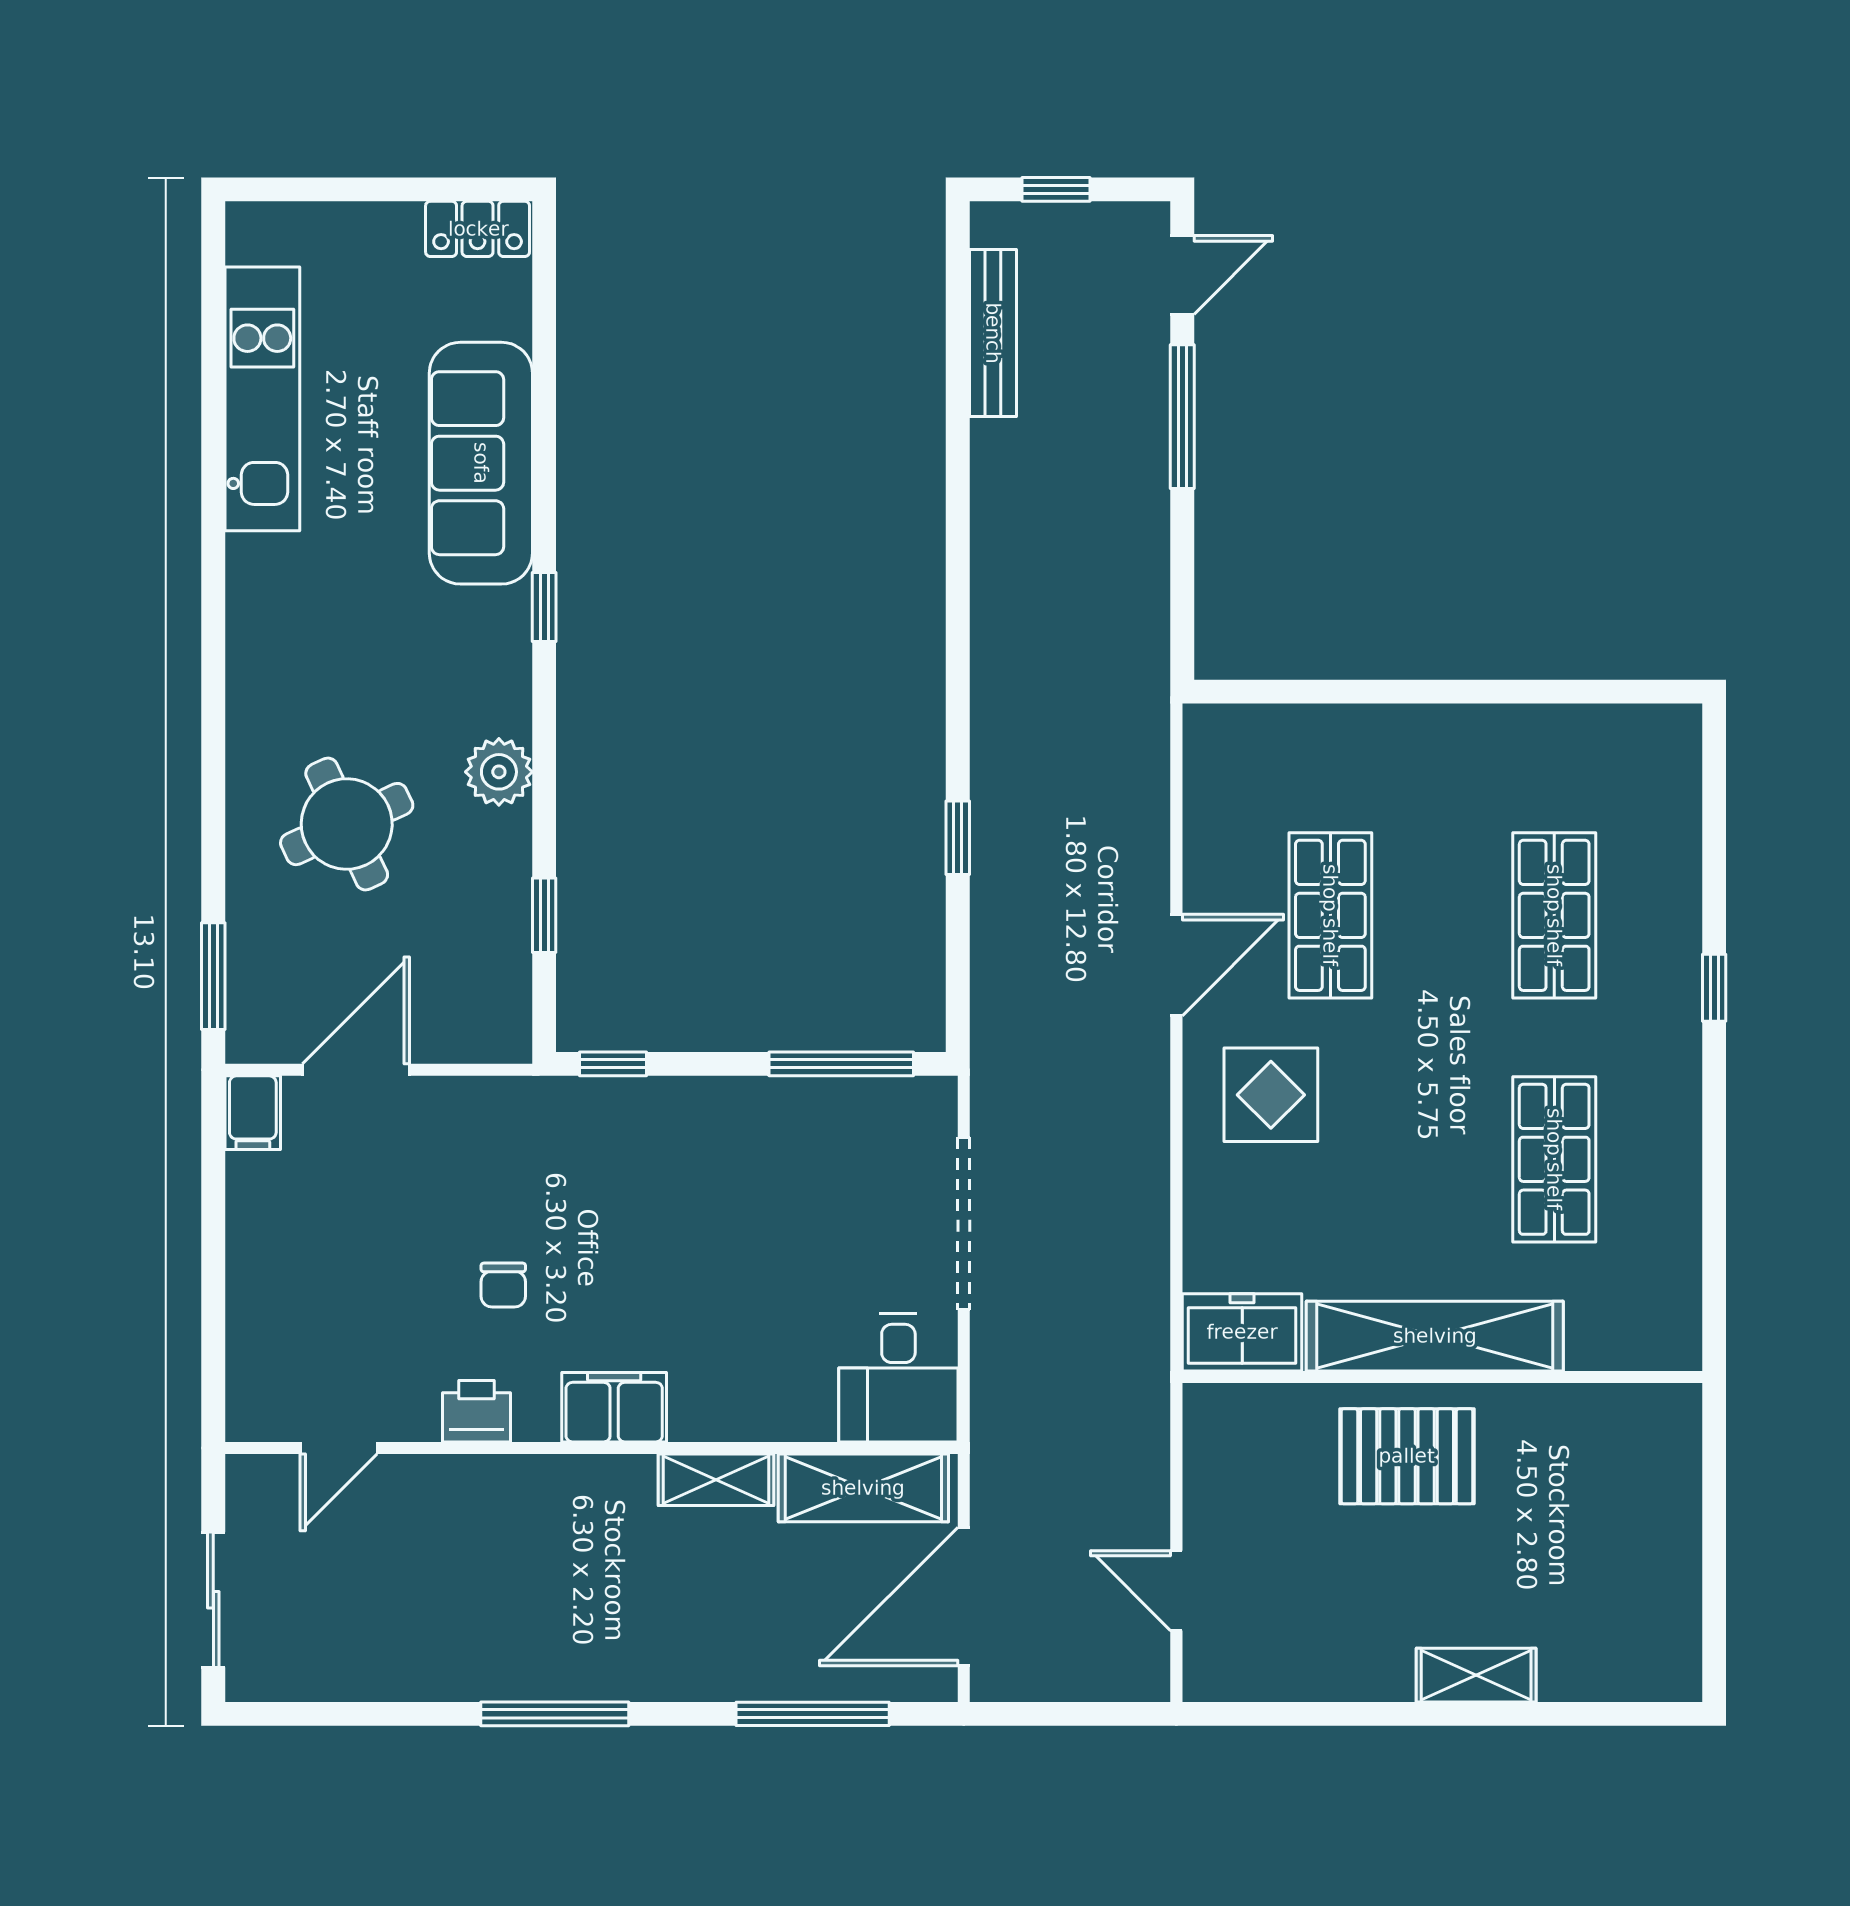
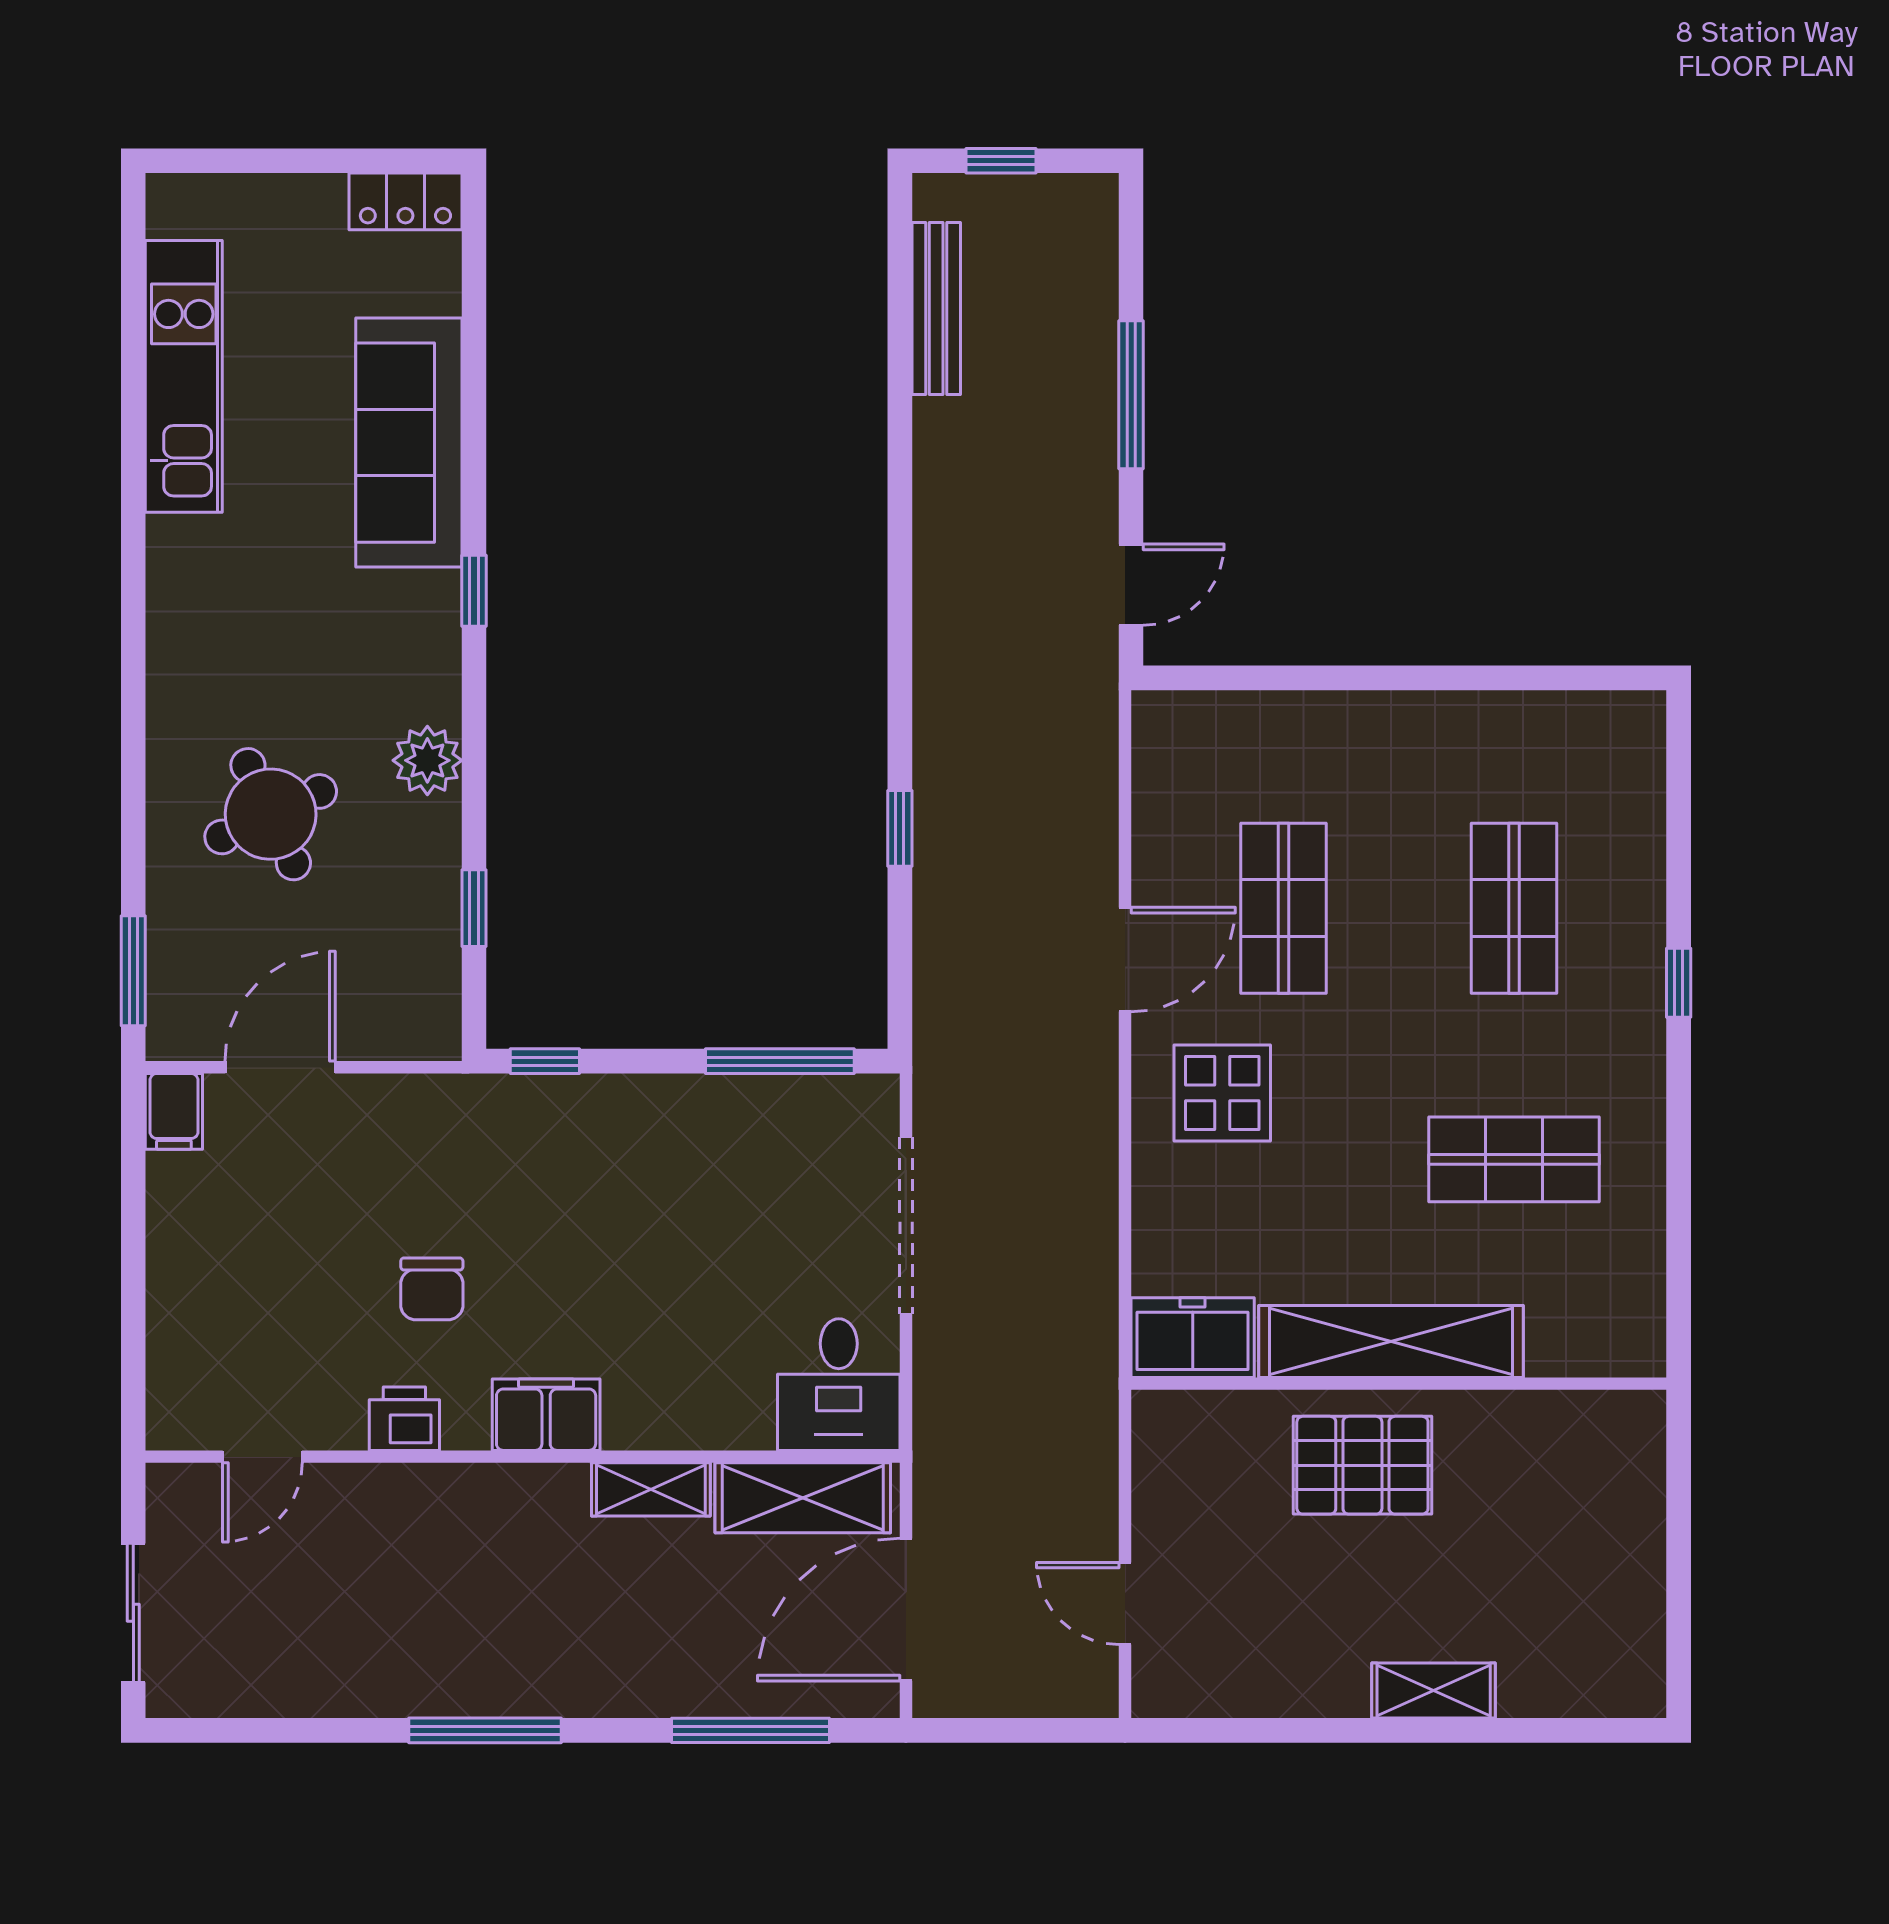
door: (1182, 275) -> (1131, 585), moved
shop shelf: (1554, 1159) -> (1514, 1159), turned 90
chair: (503, 1285) -> (432, 1289), width x1.37, depth x1.37

